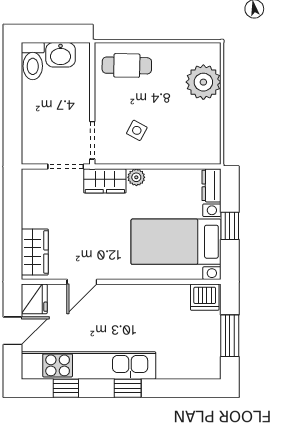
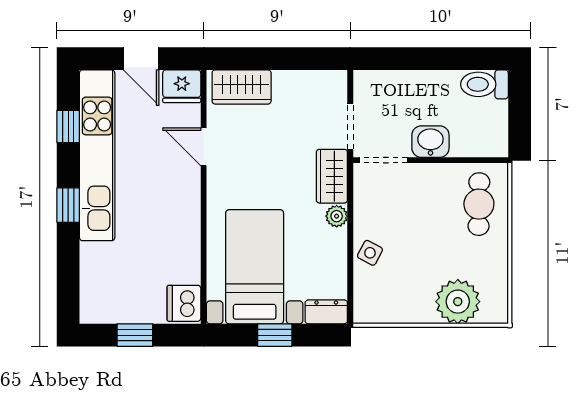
washbasin: (61, 55) -> (430, 142), moved, turned 90
side table: (137, 130) -> (370, 253), moved
window: (230, 336) -> (135, 335), width x0.67

